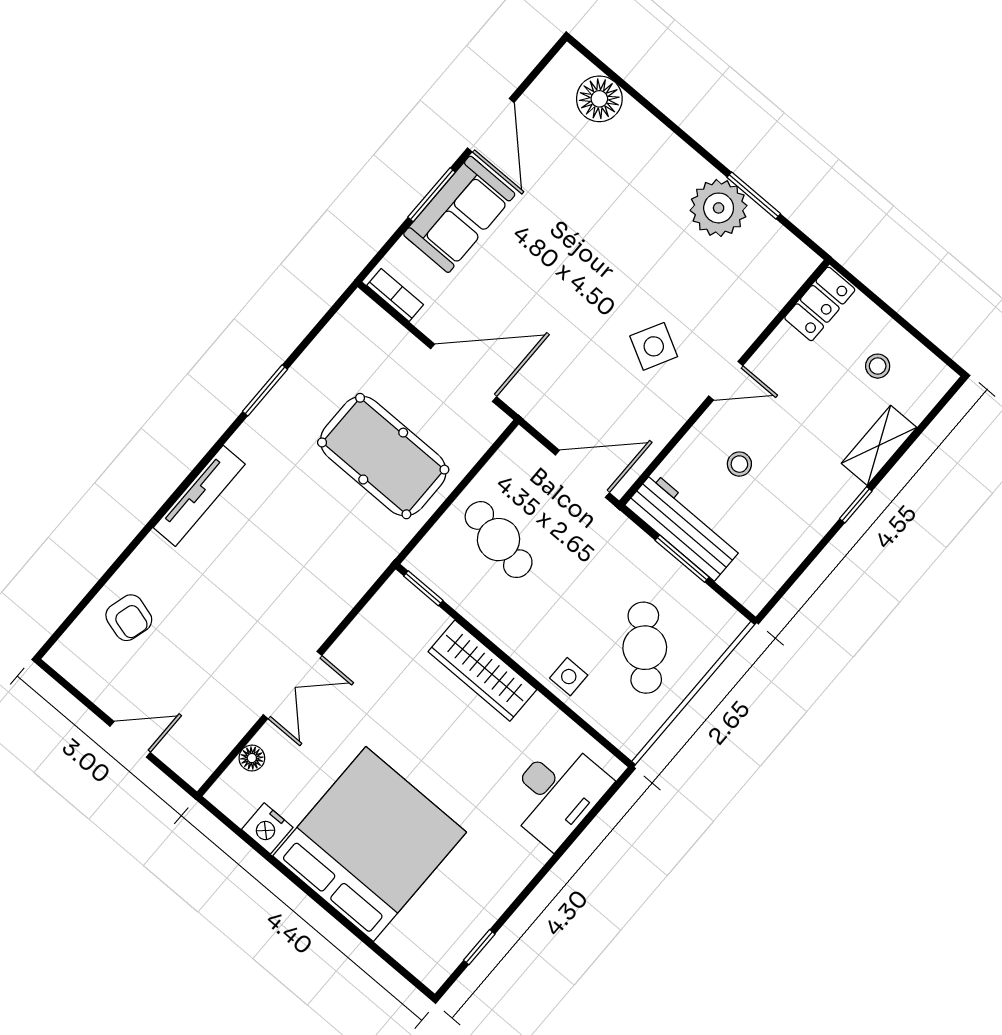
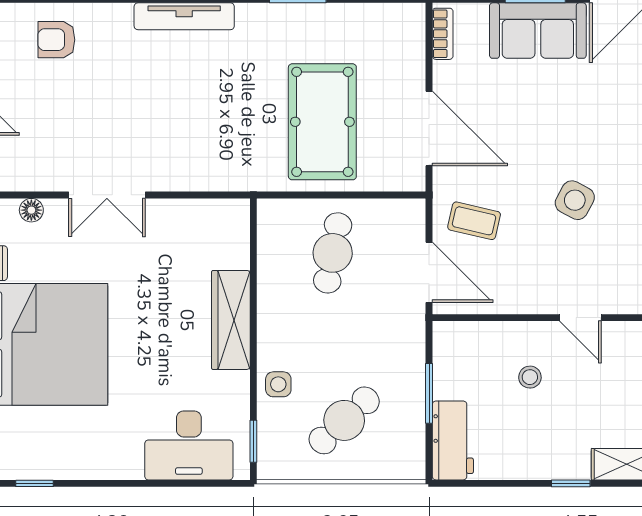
side table: (654, 346) -> (575, 200), moved
coffee table: (571, 400) -> (474, 221), added
workbench: (684, 526) -> (453, 440), moved, width x0.73
window: (423, 588) -> (253, 441), moved
armchair: (129, 618) -> (56, 40), turned 74

